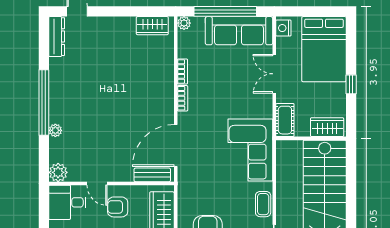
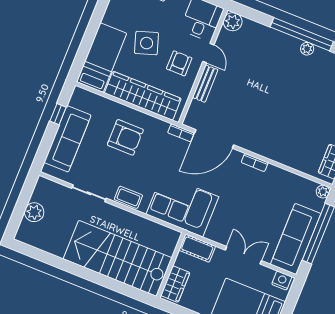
bookcase: (182, 71) -> (181, 133), moved
plant: (55, 130) -> (307, 49), moved
door: (176, 145) -> (214, 139), swing flipped
bench: (152, 175) -> (205, 84), moved
door: (97, 183) -> (208, 53), swing flipped

